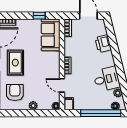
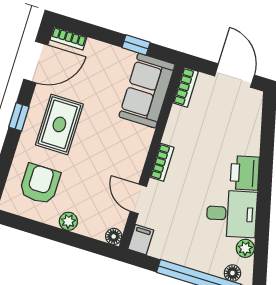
printer: (103, 44) -> (245, 173), moved

